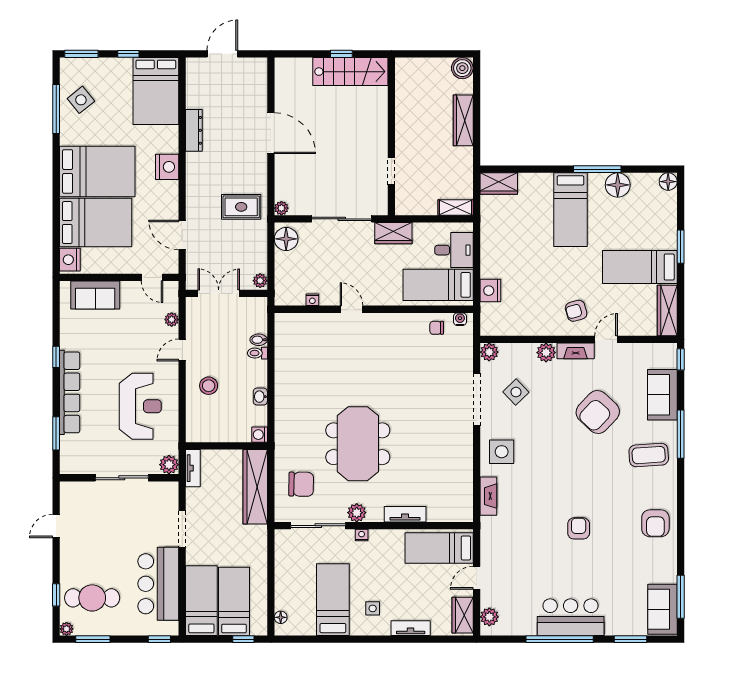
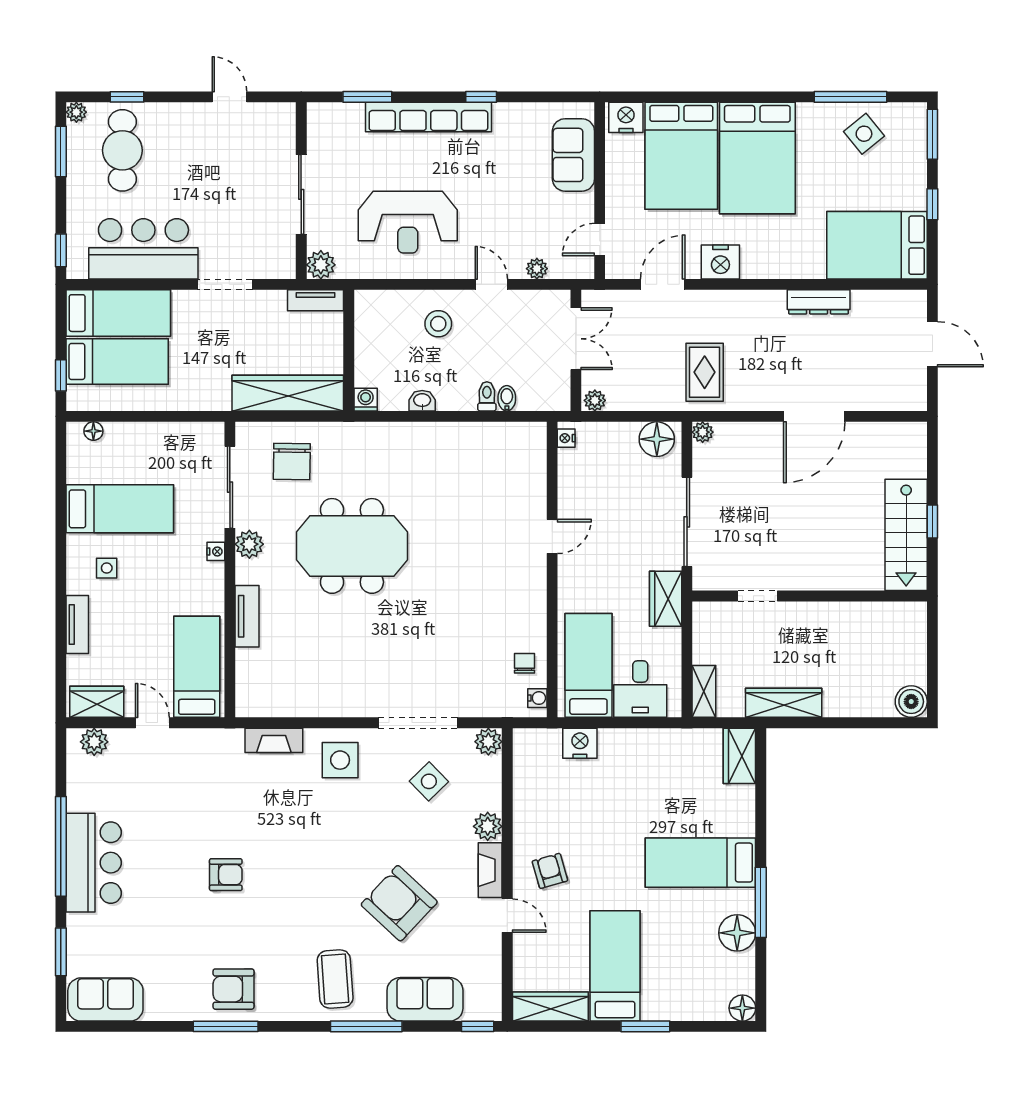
wardrobe: (463, 120) -> (784, 703), moved
nightstand: (167, 167) -> (720, 262), moved
nightstand: (312, 300) -> (566, 438), moved
window: (681, 597) -> (226, 1026), moved

